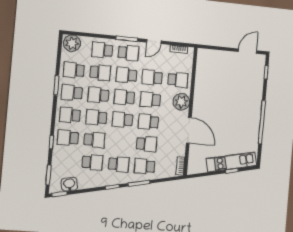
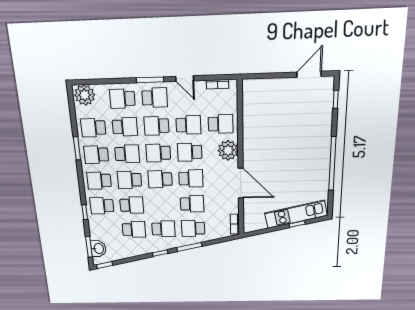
door: (154, 42) -> (185, 79), hinge flipped
school desk: (152, 77) -> (188, 125), turned 180
school desk: (98, 95) -> (127, 154), turned 180
school desk: (148, 122) -> (191, 178), turned 180
washbasin: (69, 184) -> (98, 249), moved, turned 102

